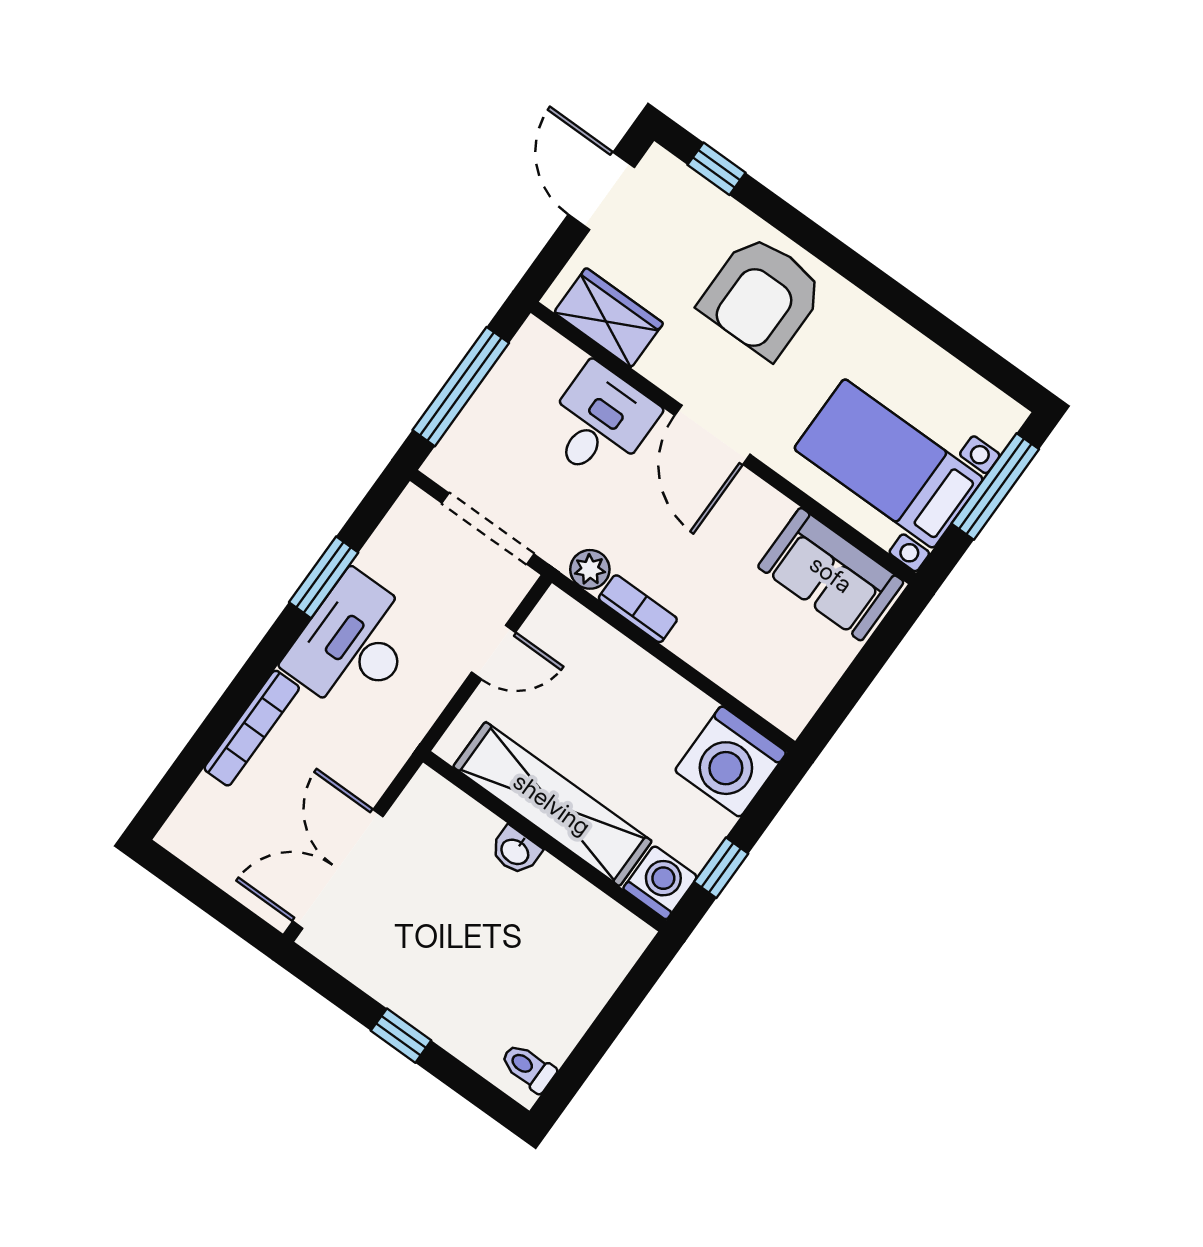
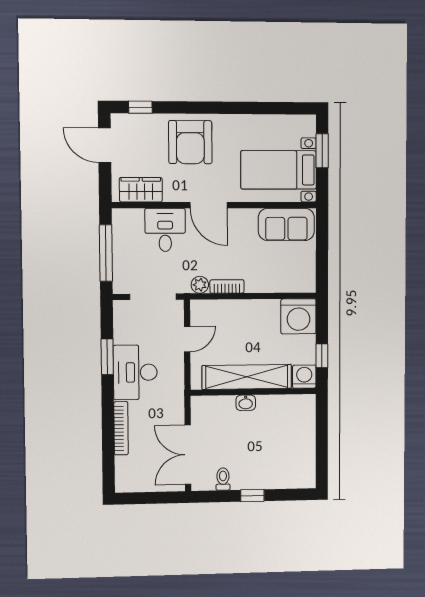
window: (995, 486) -> (322, 151), width x0.69
toilet: (528, 1068) -> (223, 479), moved, turned 90

